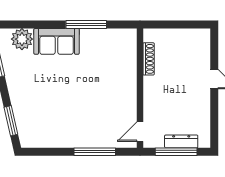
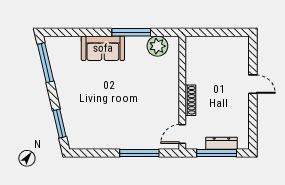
plant: (22, 39) -> (157, 46), moved
shoe rack: (149, 59) -> (190, 100), moved

